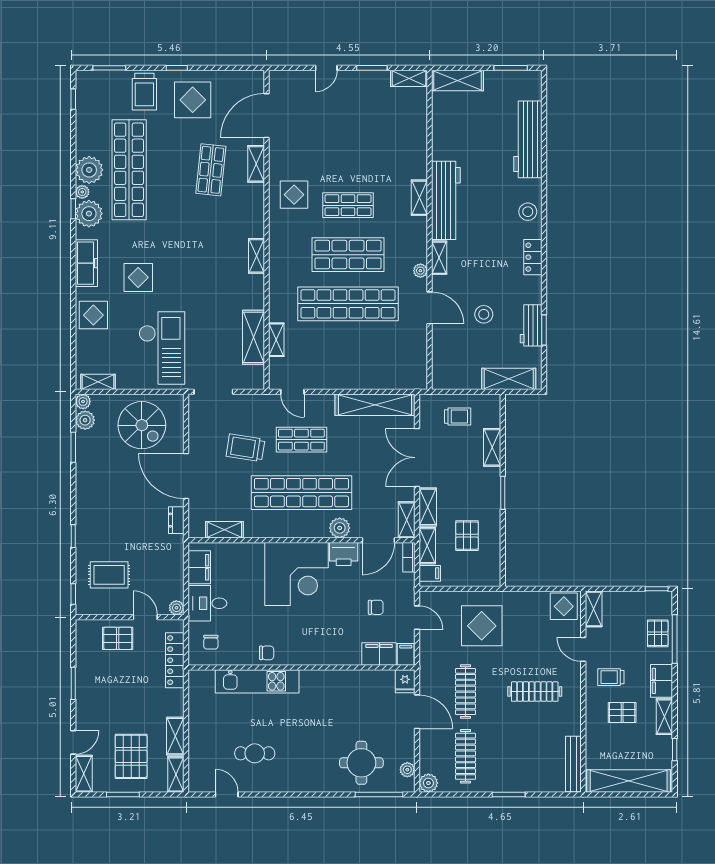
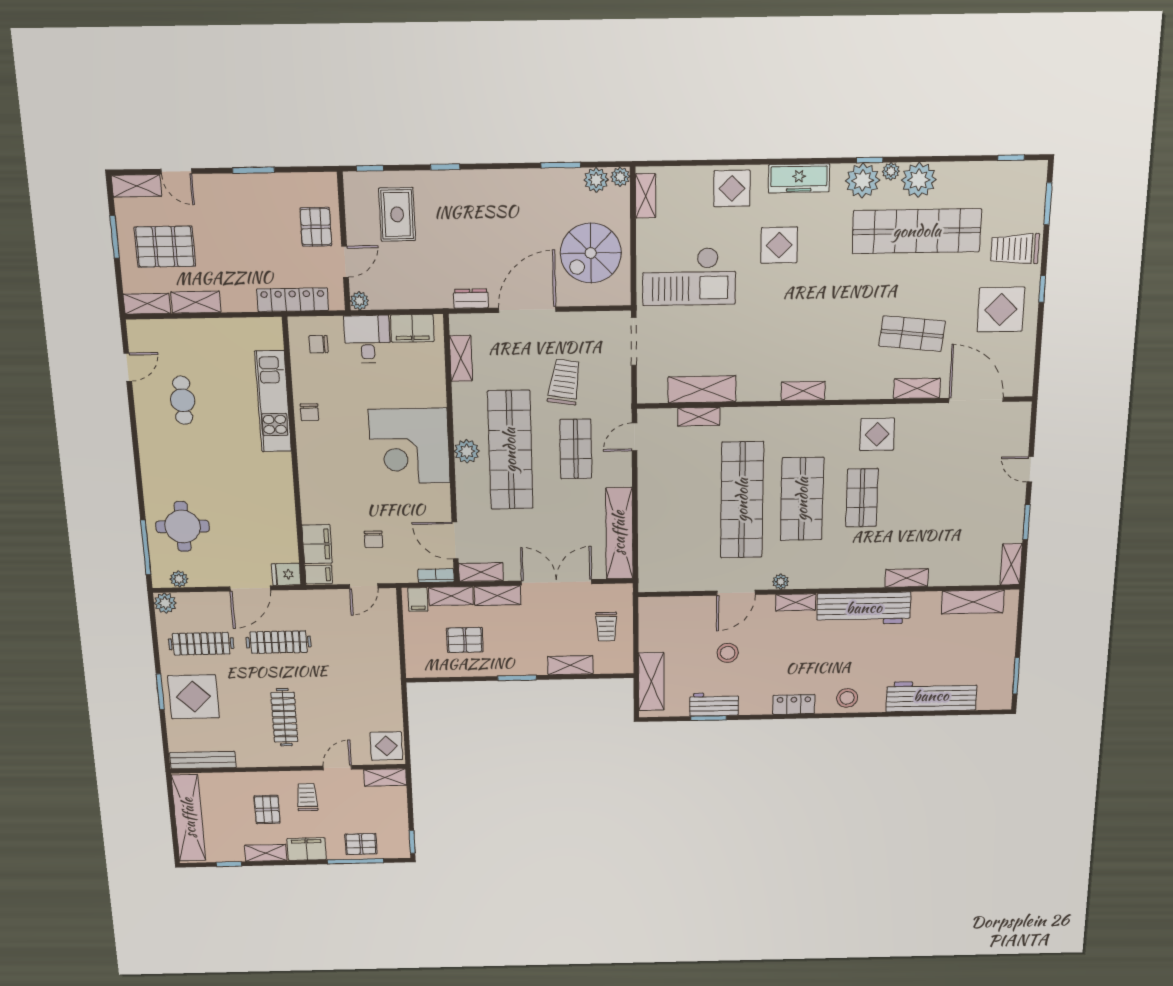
shelving: (458, 80) -> (973, 602), moved, turned 90
shelving: (419, 198) -> (907, 578), moved
plant: (340, 528) -> (467, 451), moved
printer: (344, 554) -> (437, 501), removed
display table: (482, 626) -> (194, 697), moved

